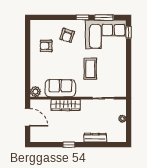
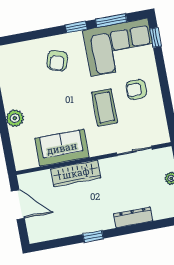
armchair: (46, 46) -> (136, 89), moved
plant: (35, 92) -> (15, 118), moved

